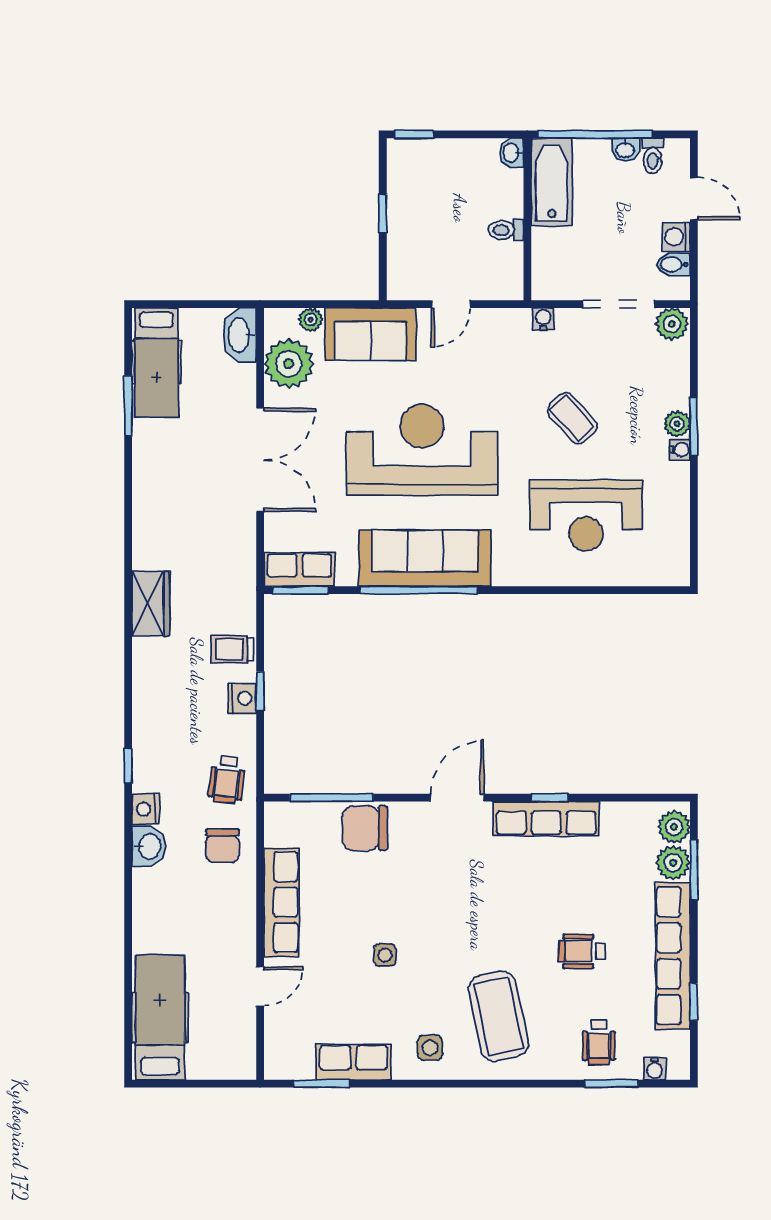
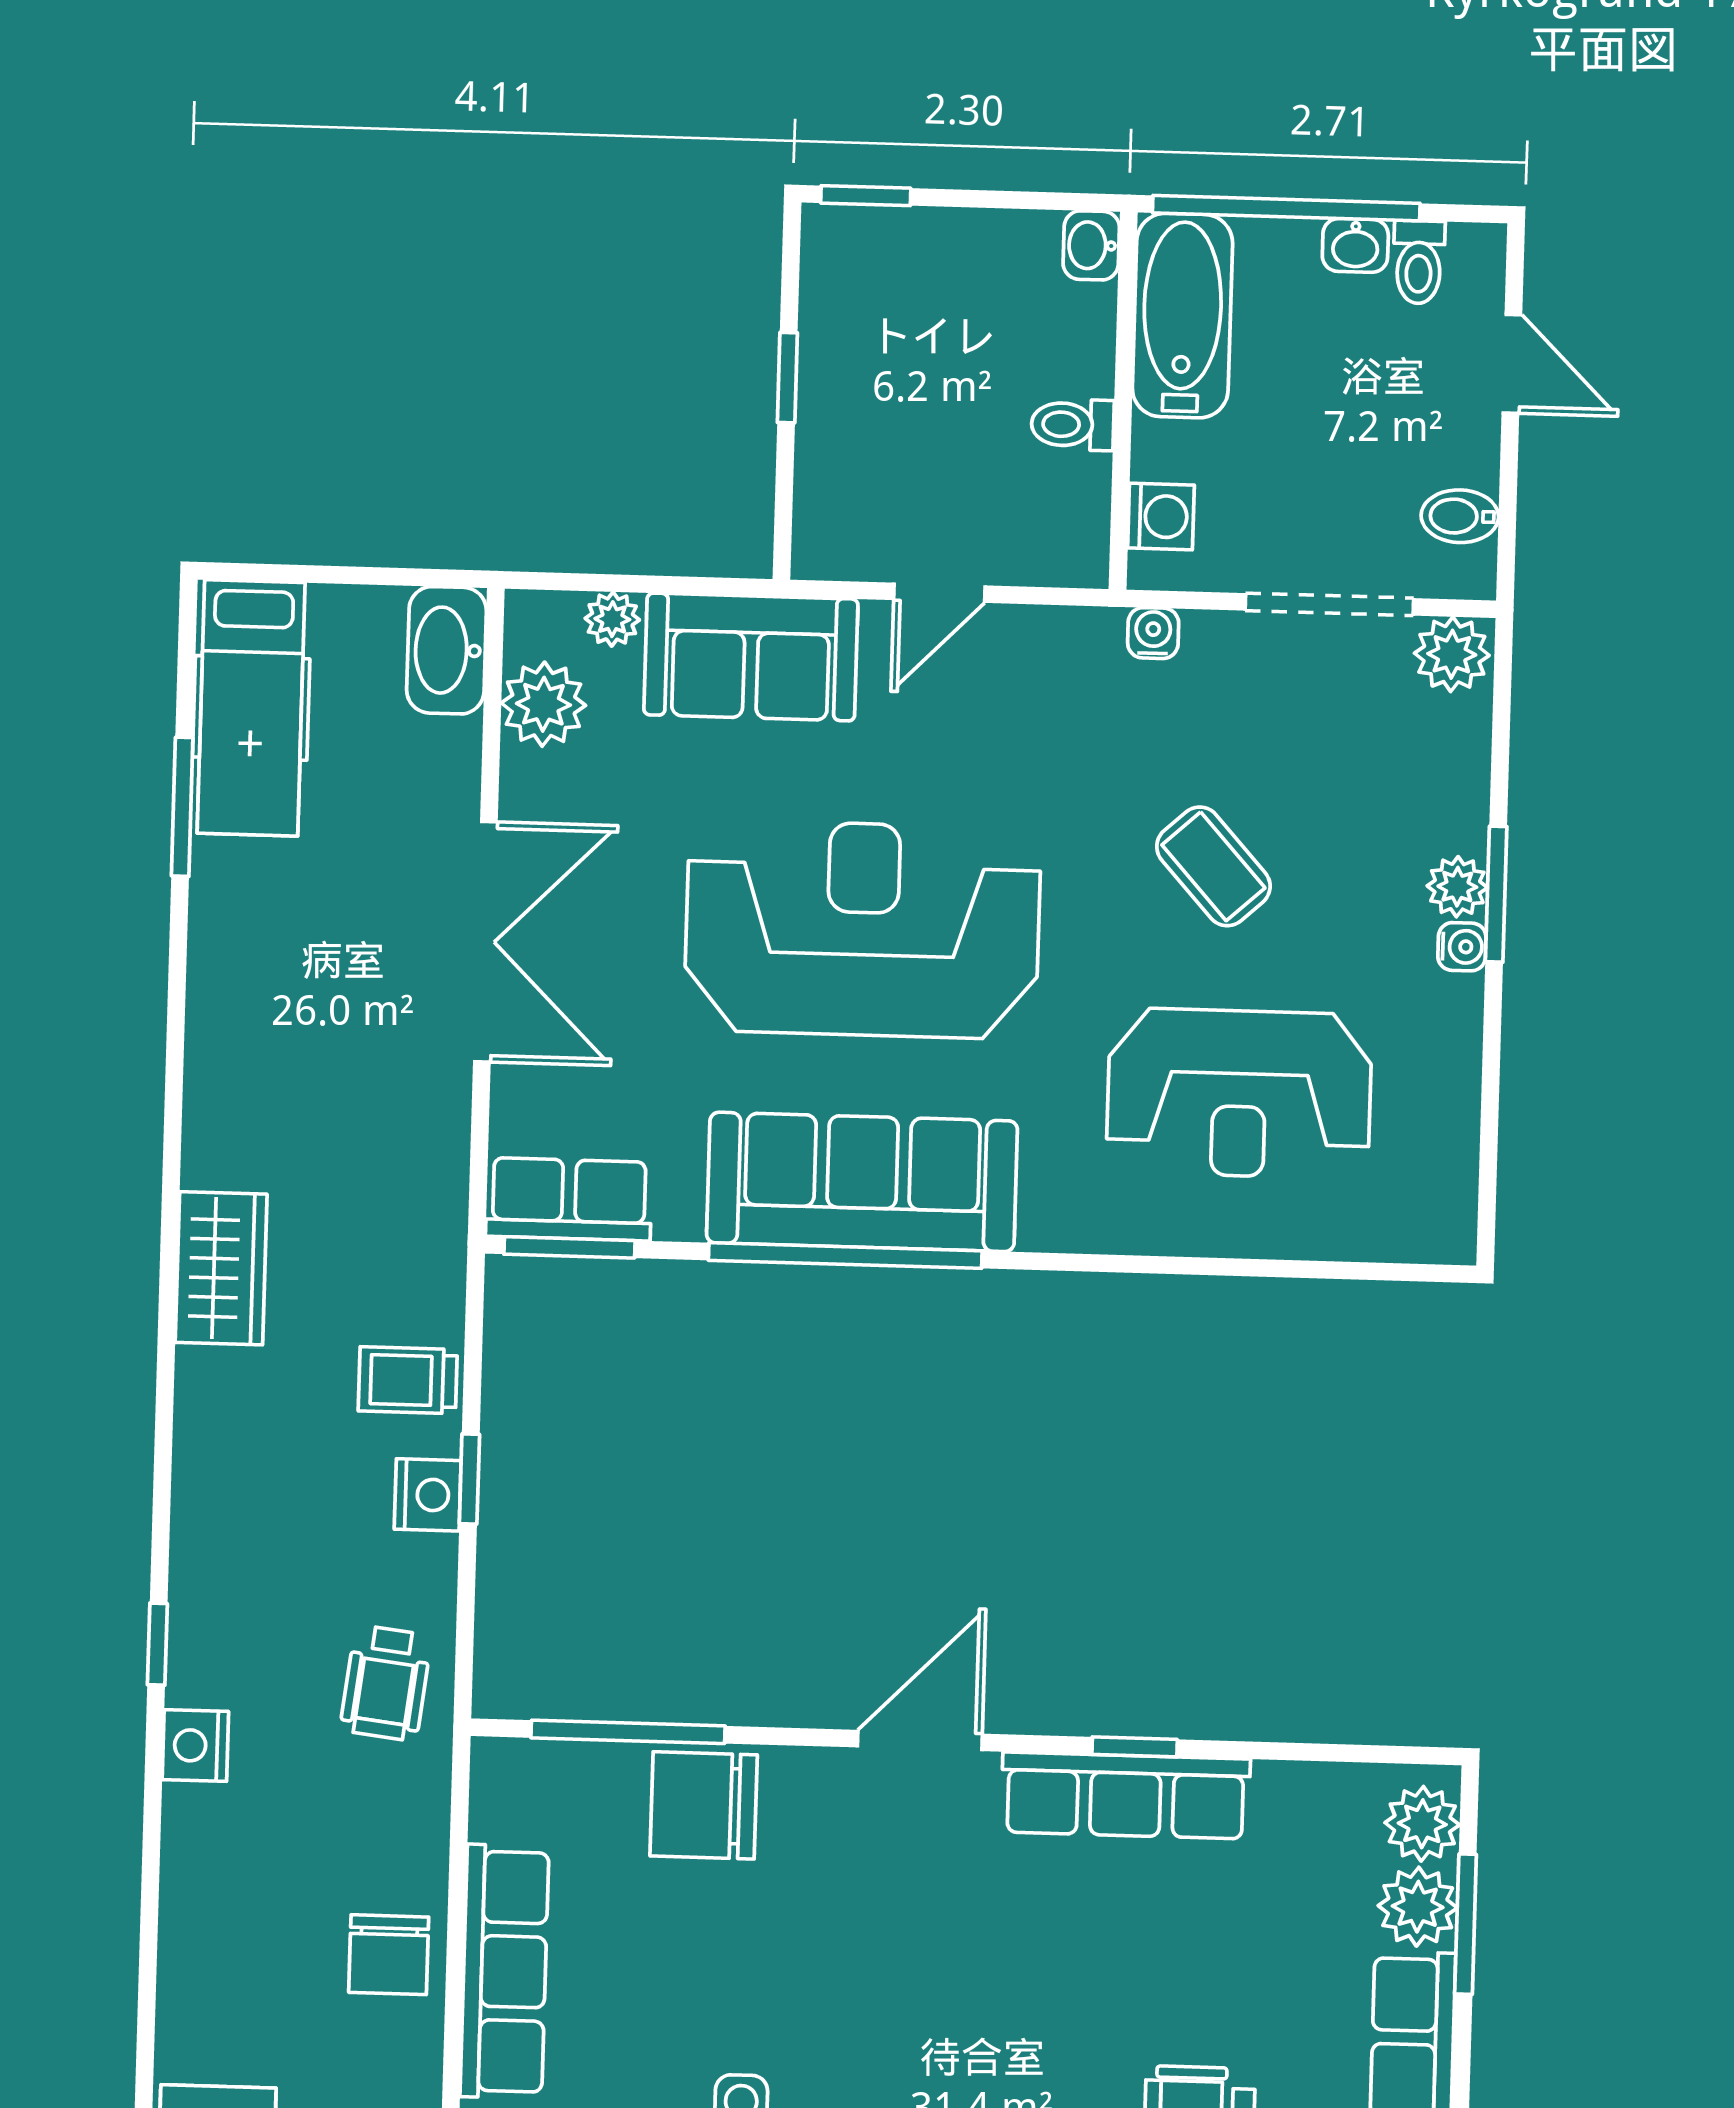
washing machine: (676, 237) -> (1161, 517), moved, turned 180
plant: (289, 364) -> (543, 704), width x0.73, depth x0.73
washbasin: (149, 846) -> (200, 1833), removed
chair: (222, 846) -> (389, 1955), moved

